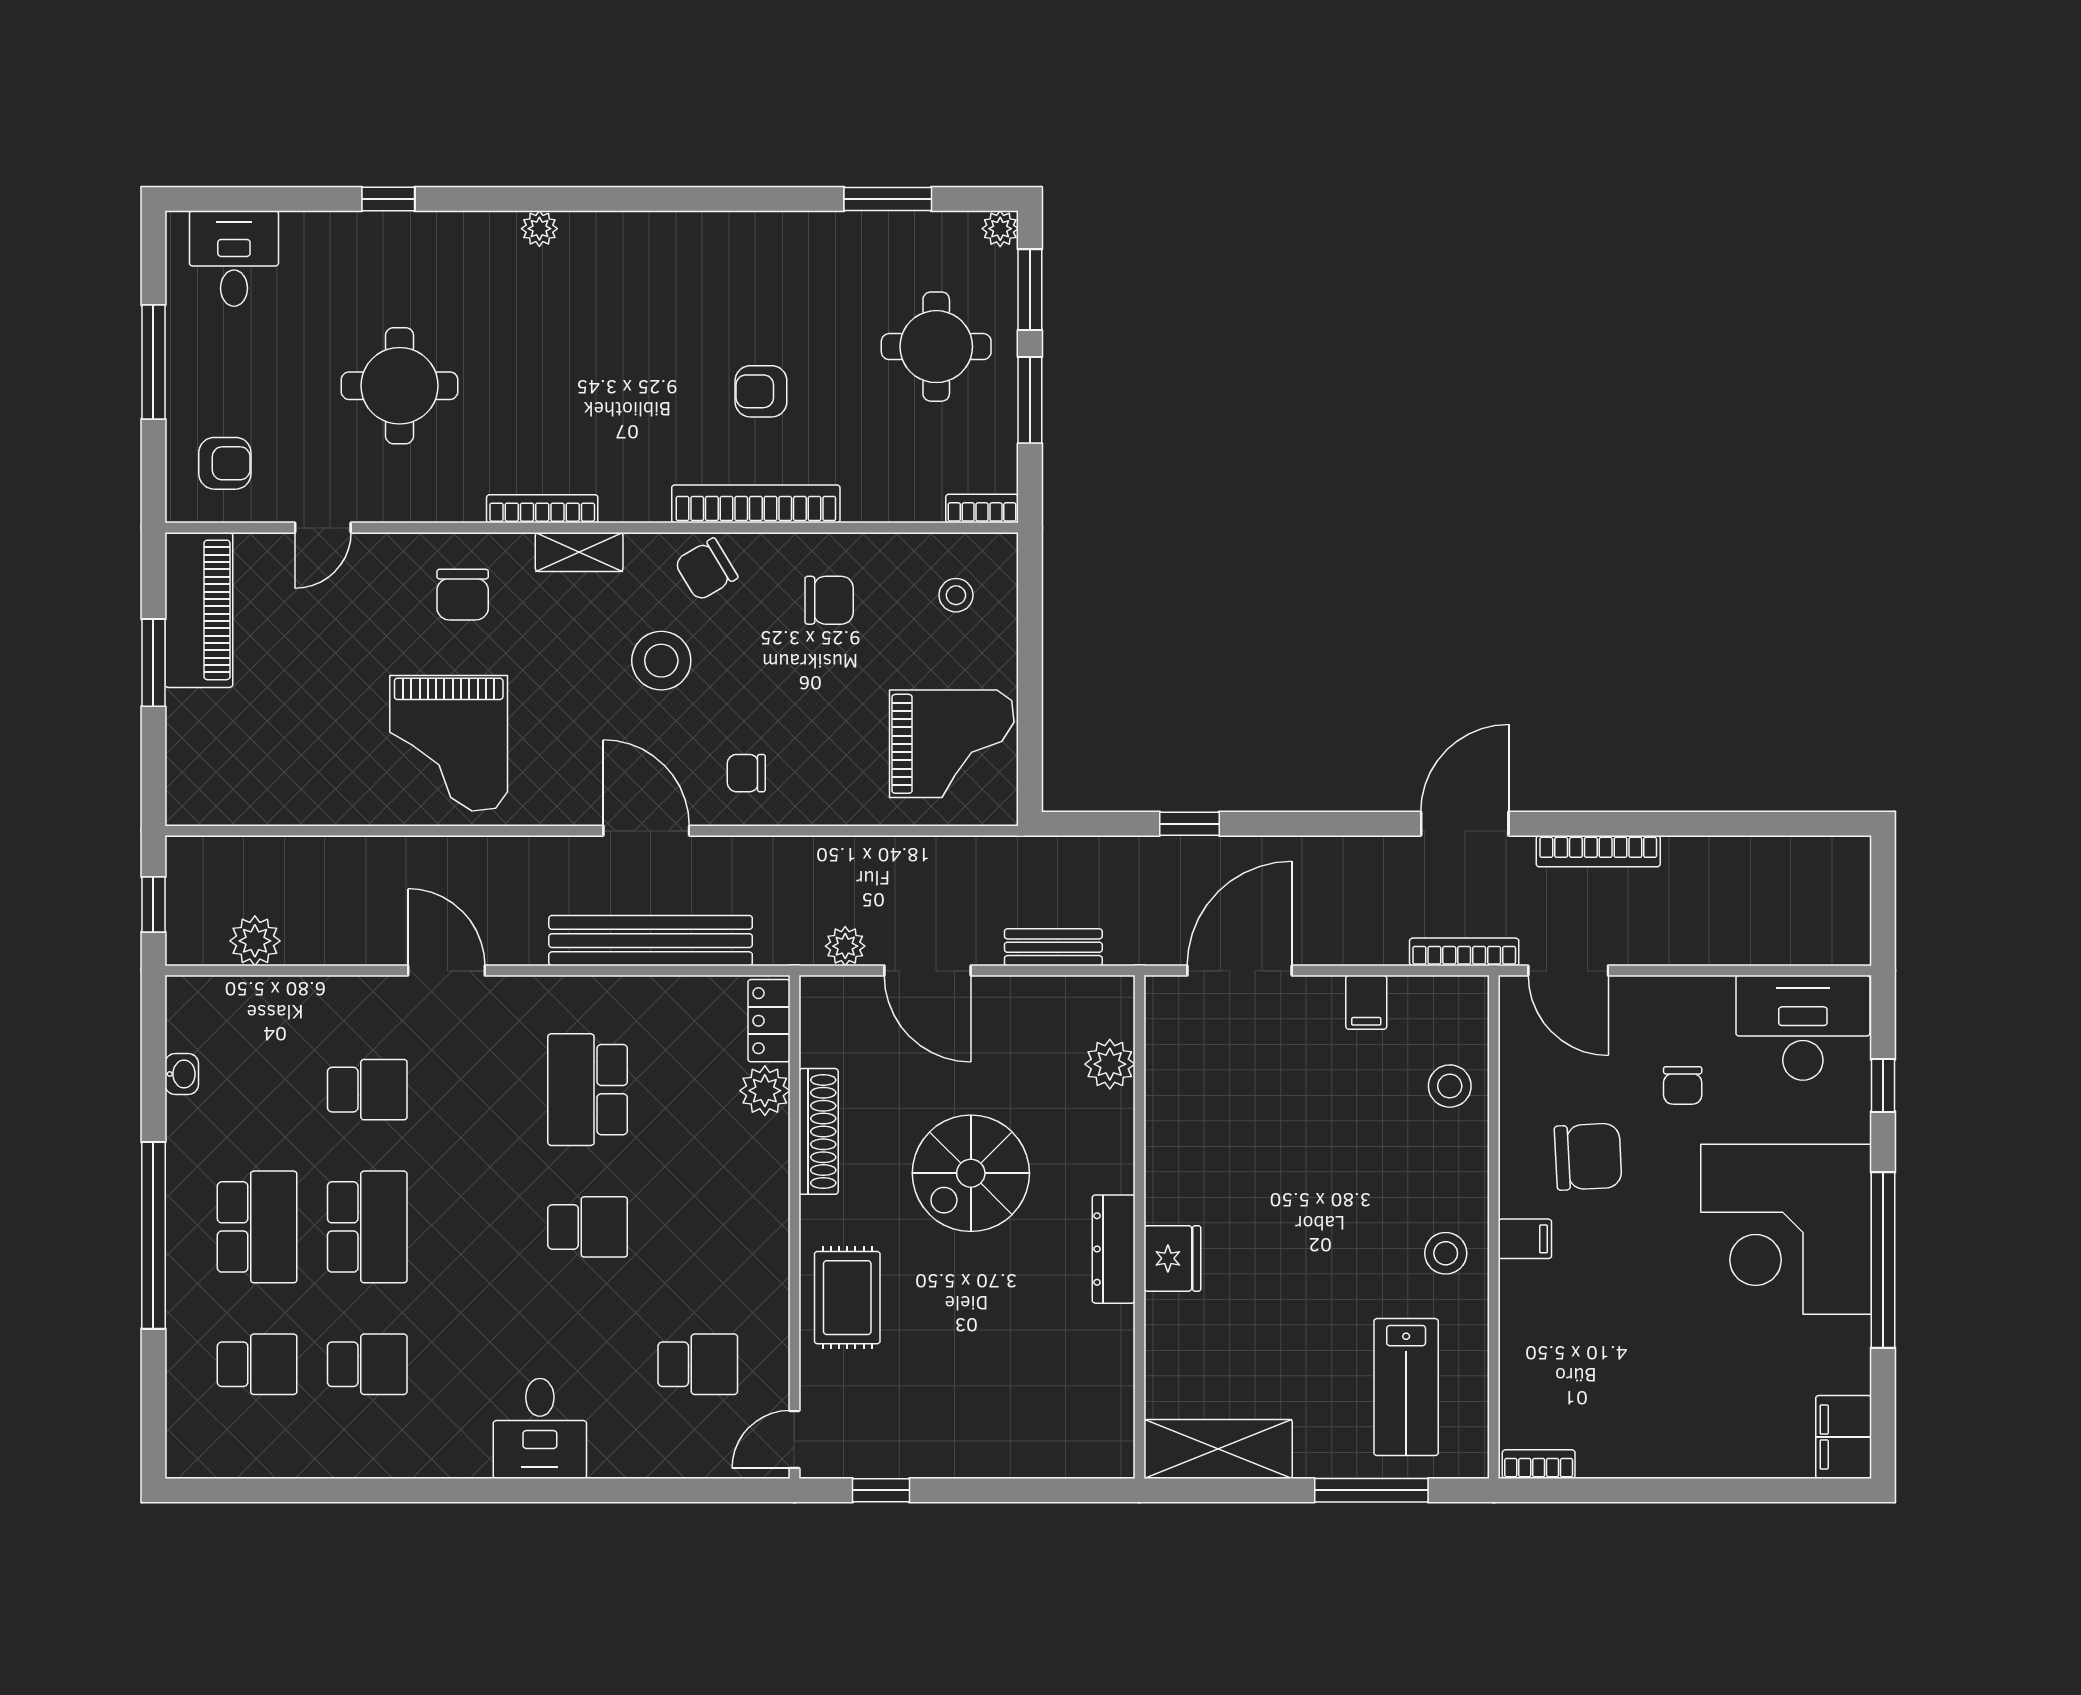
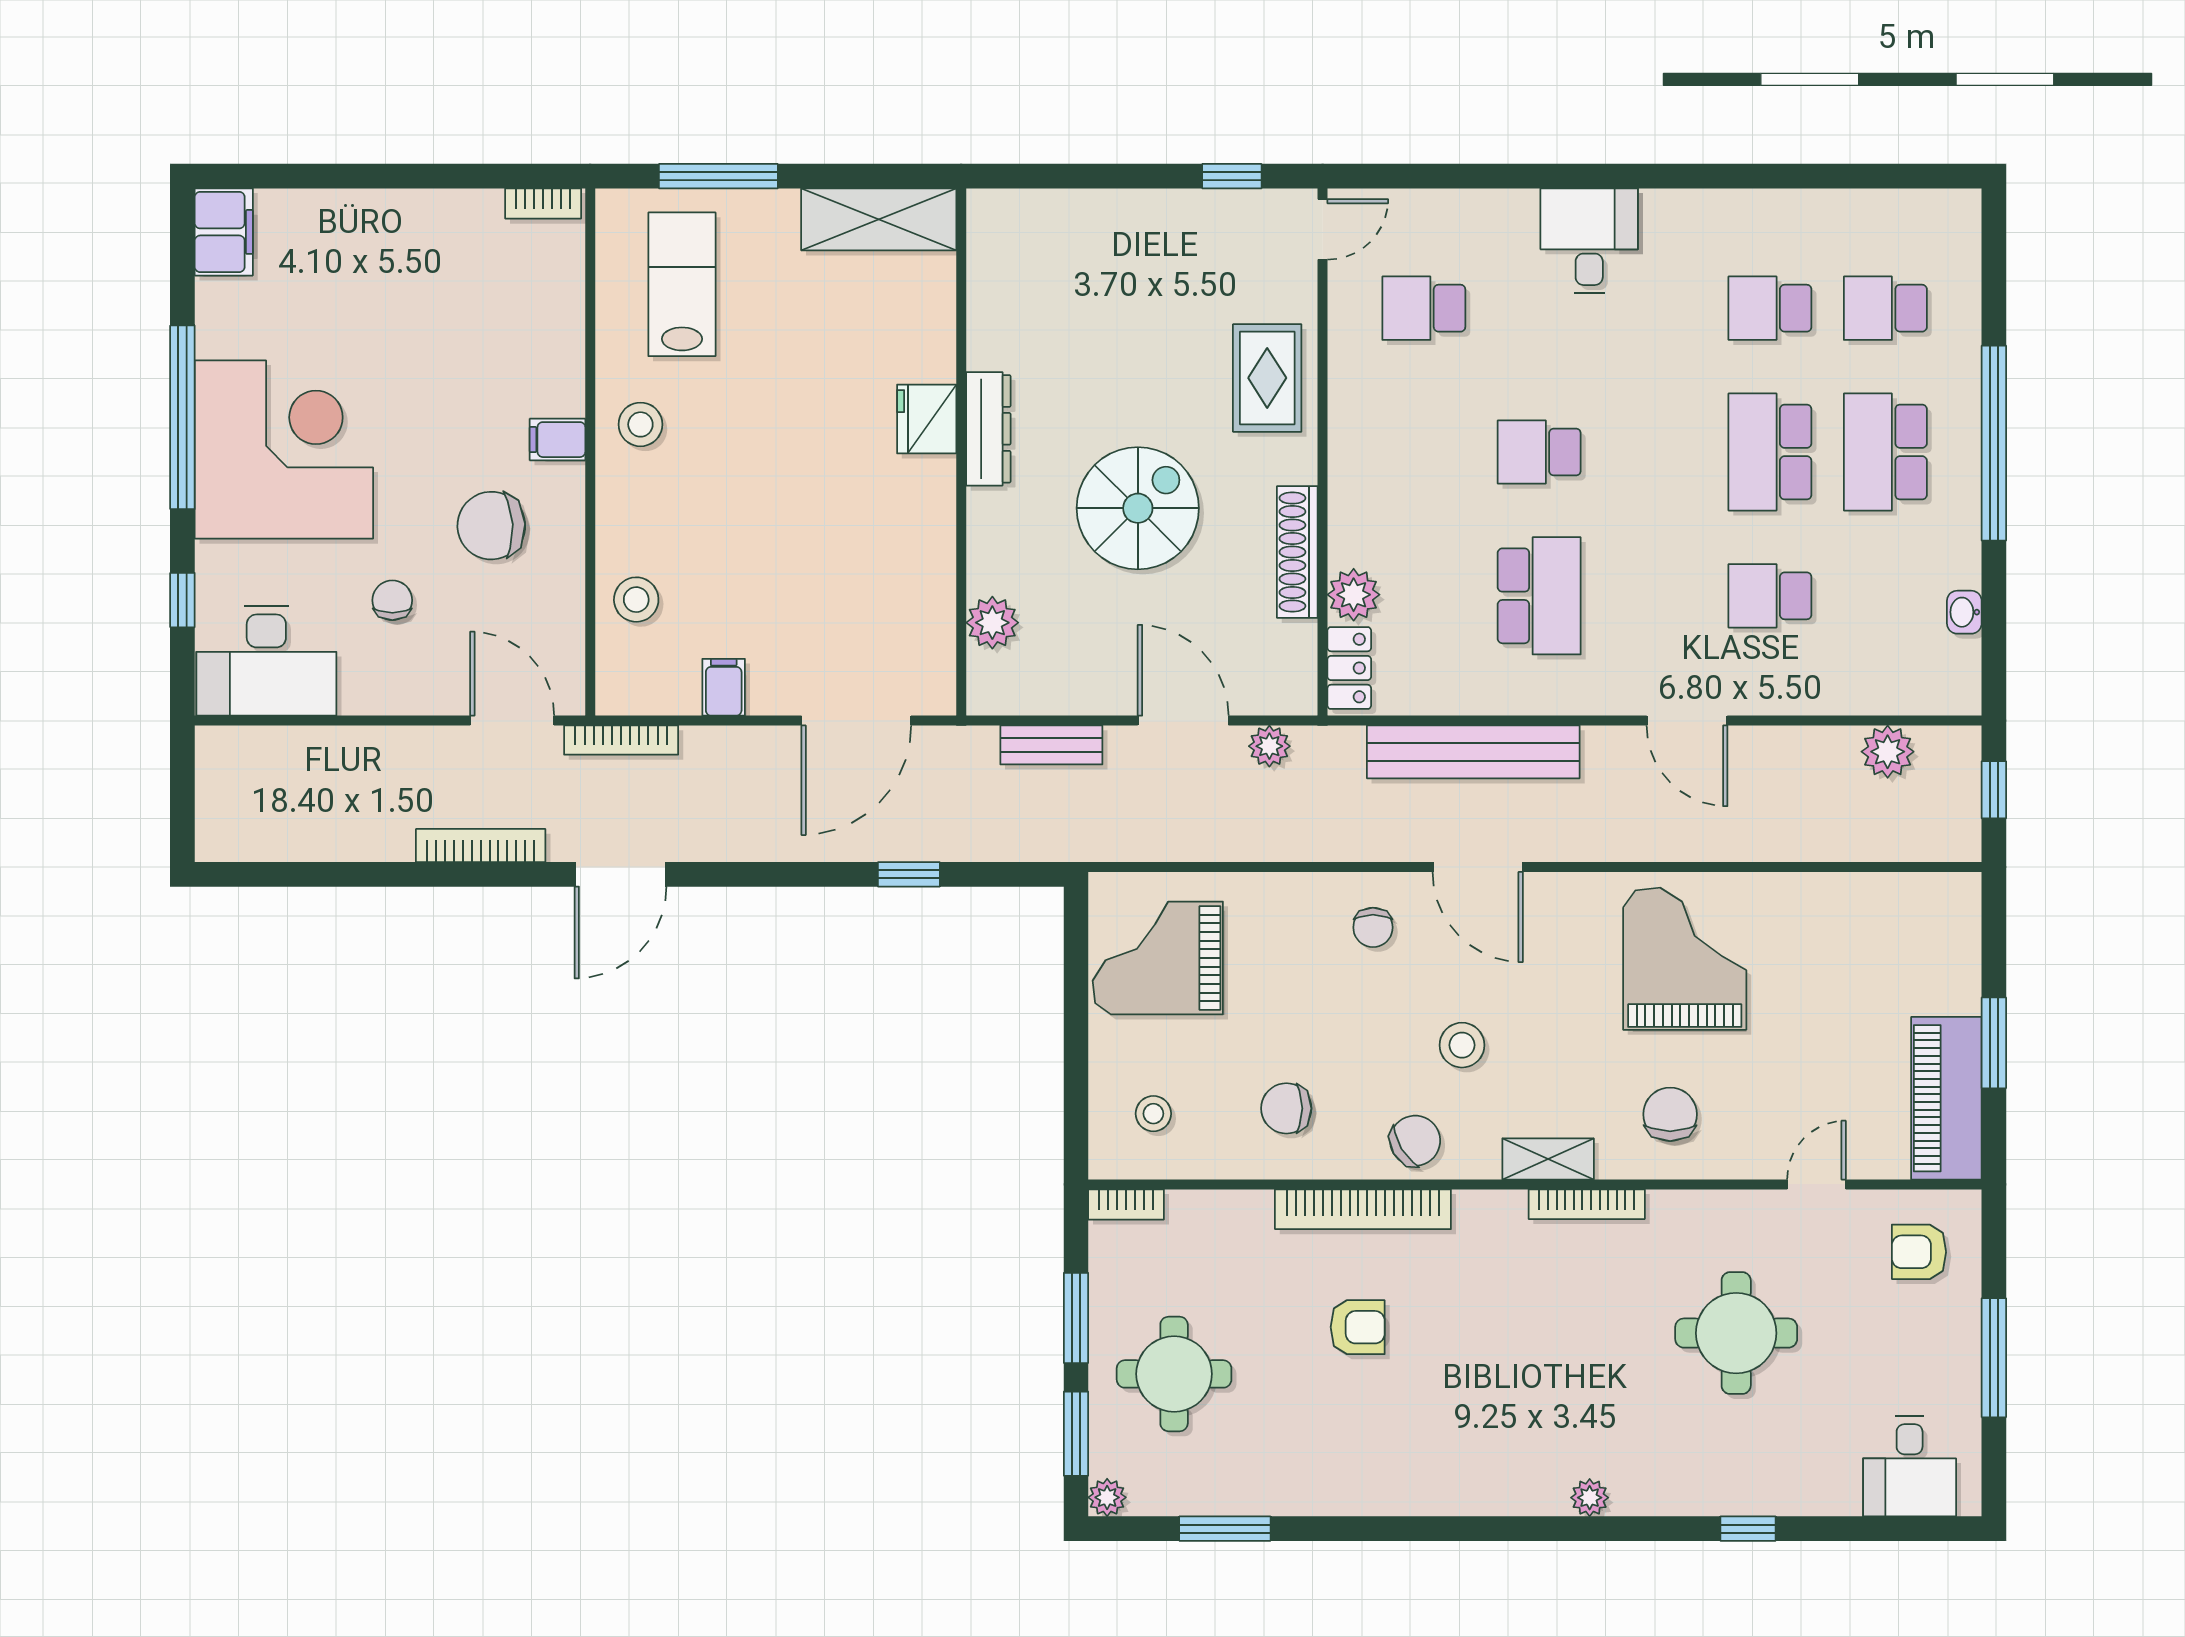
stool: (661, 661) -> (1462, 1045), width x0.73, depth x0.73
chair: (746, 773) -> (1373, 927), turned 90

